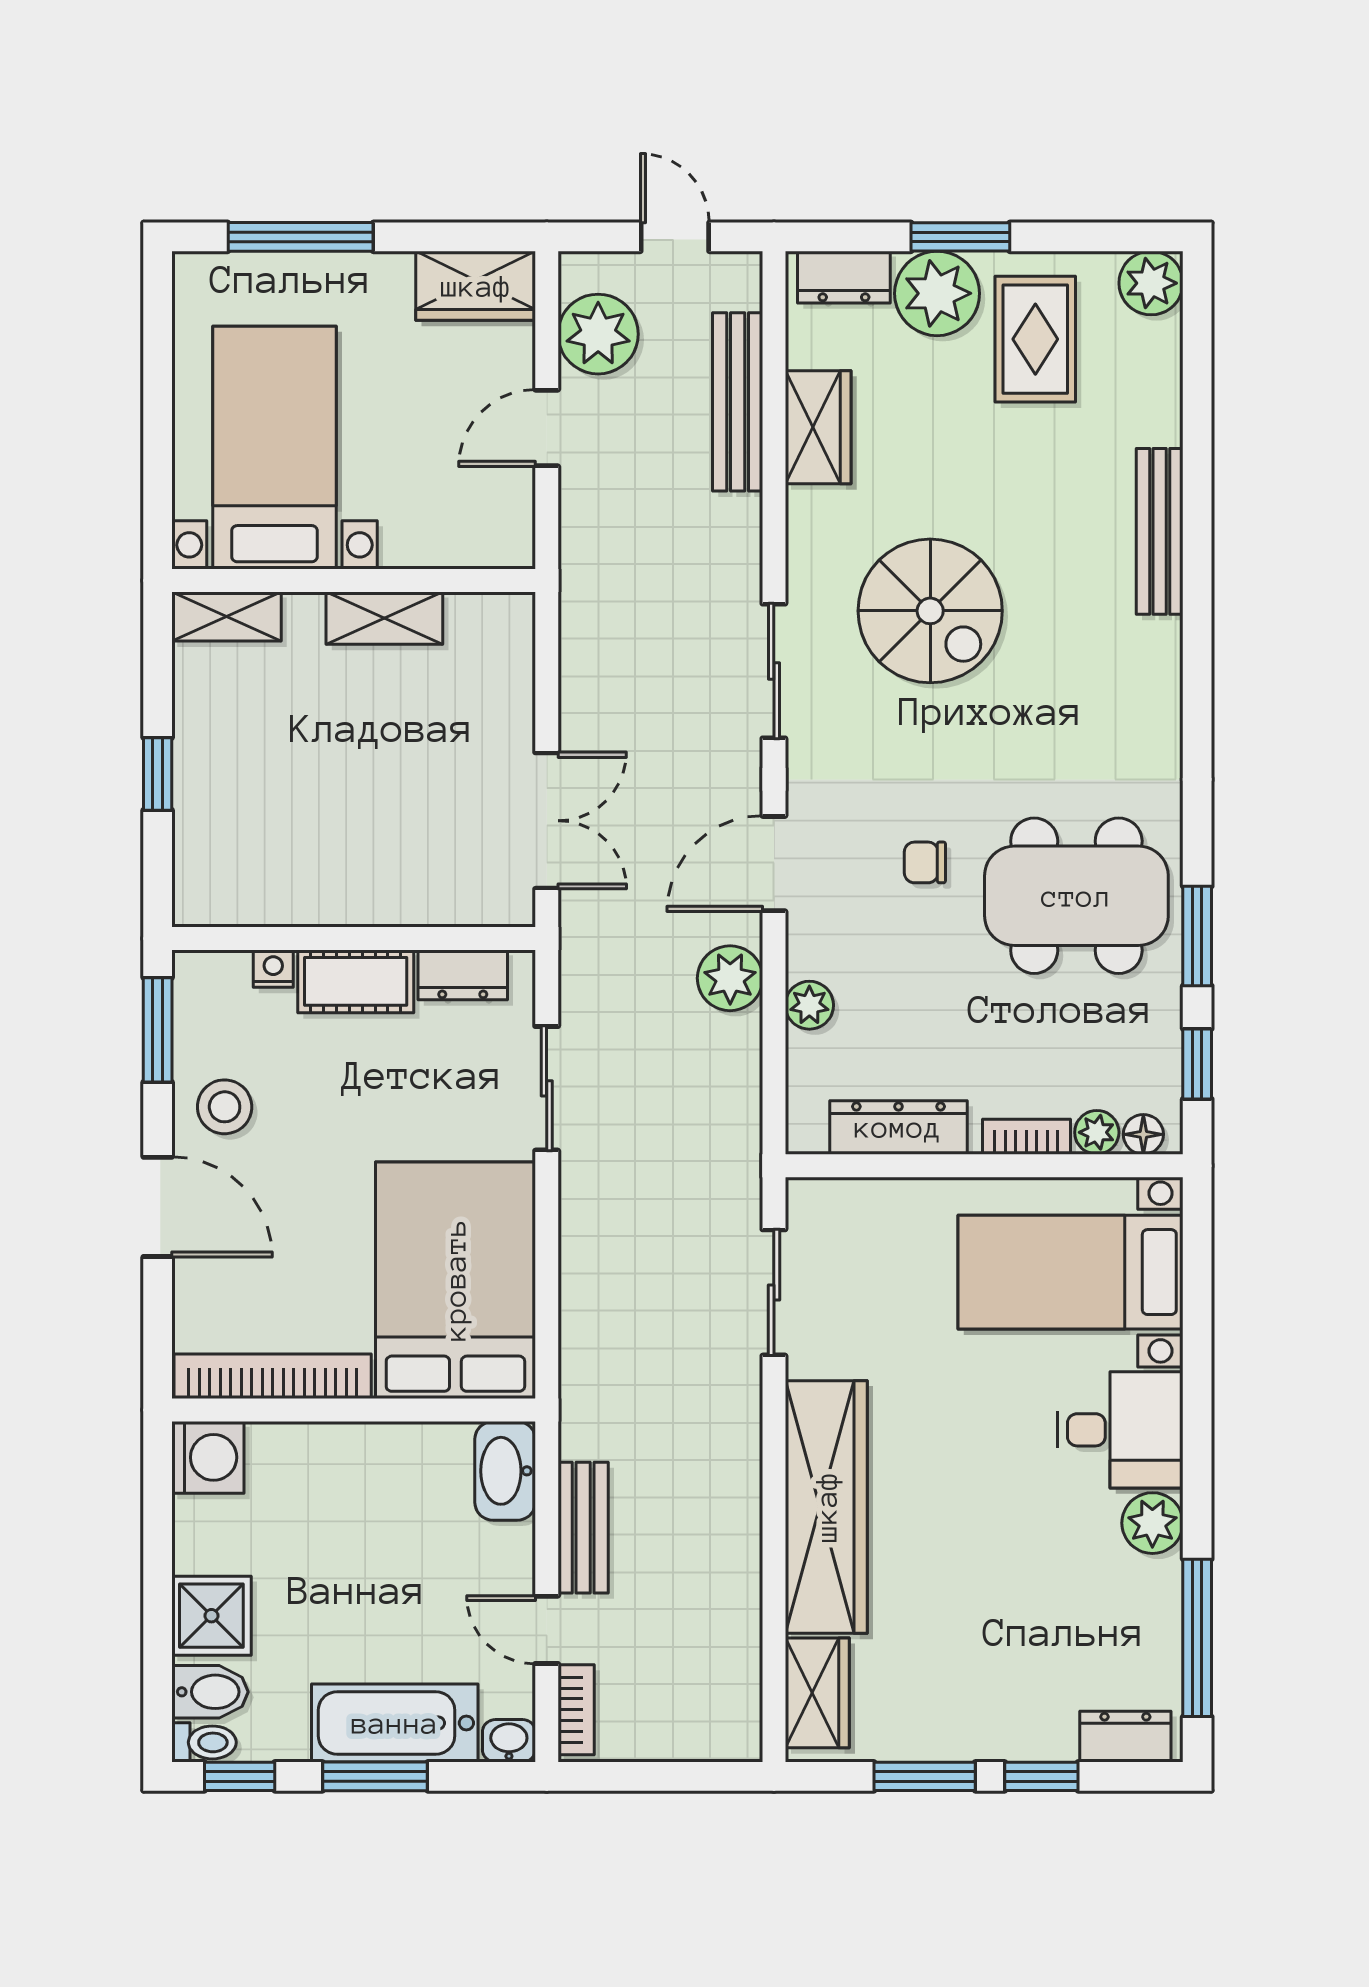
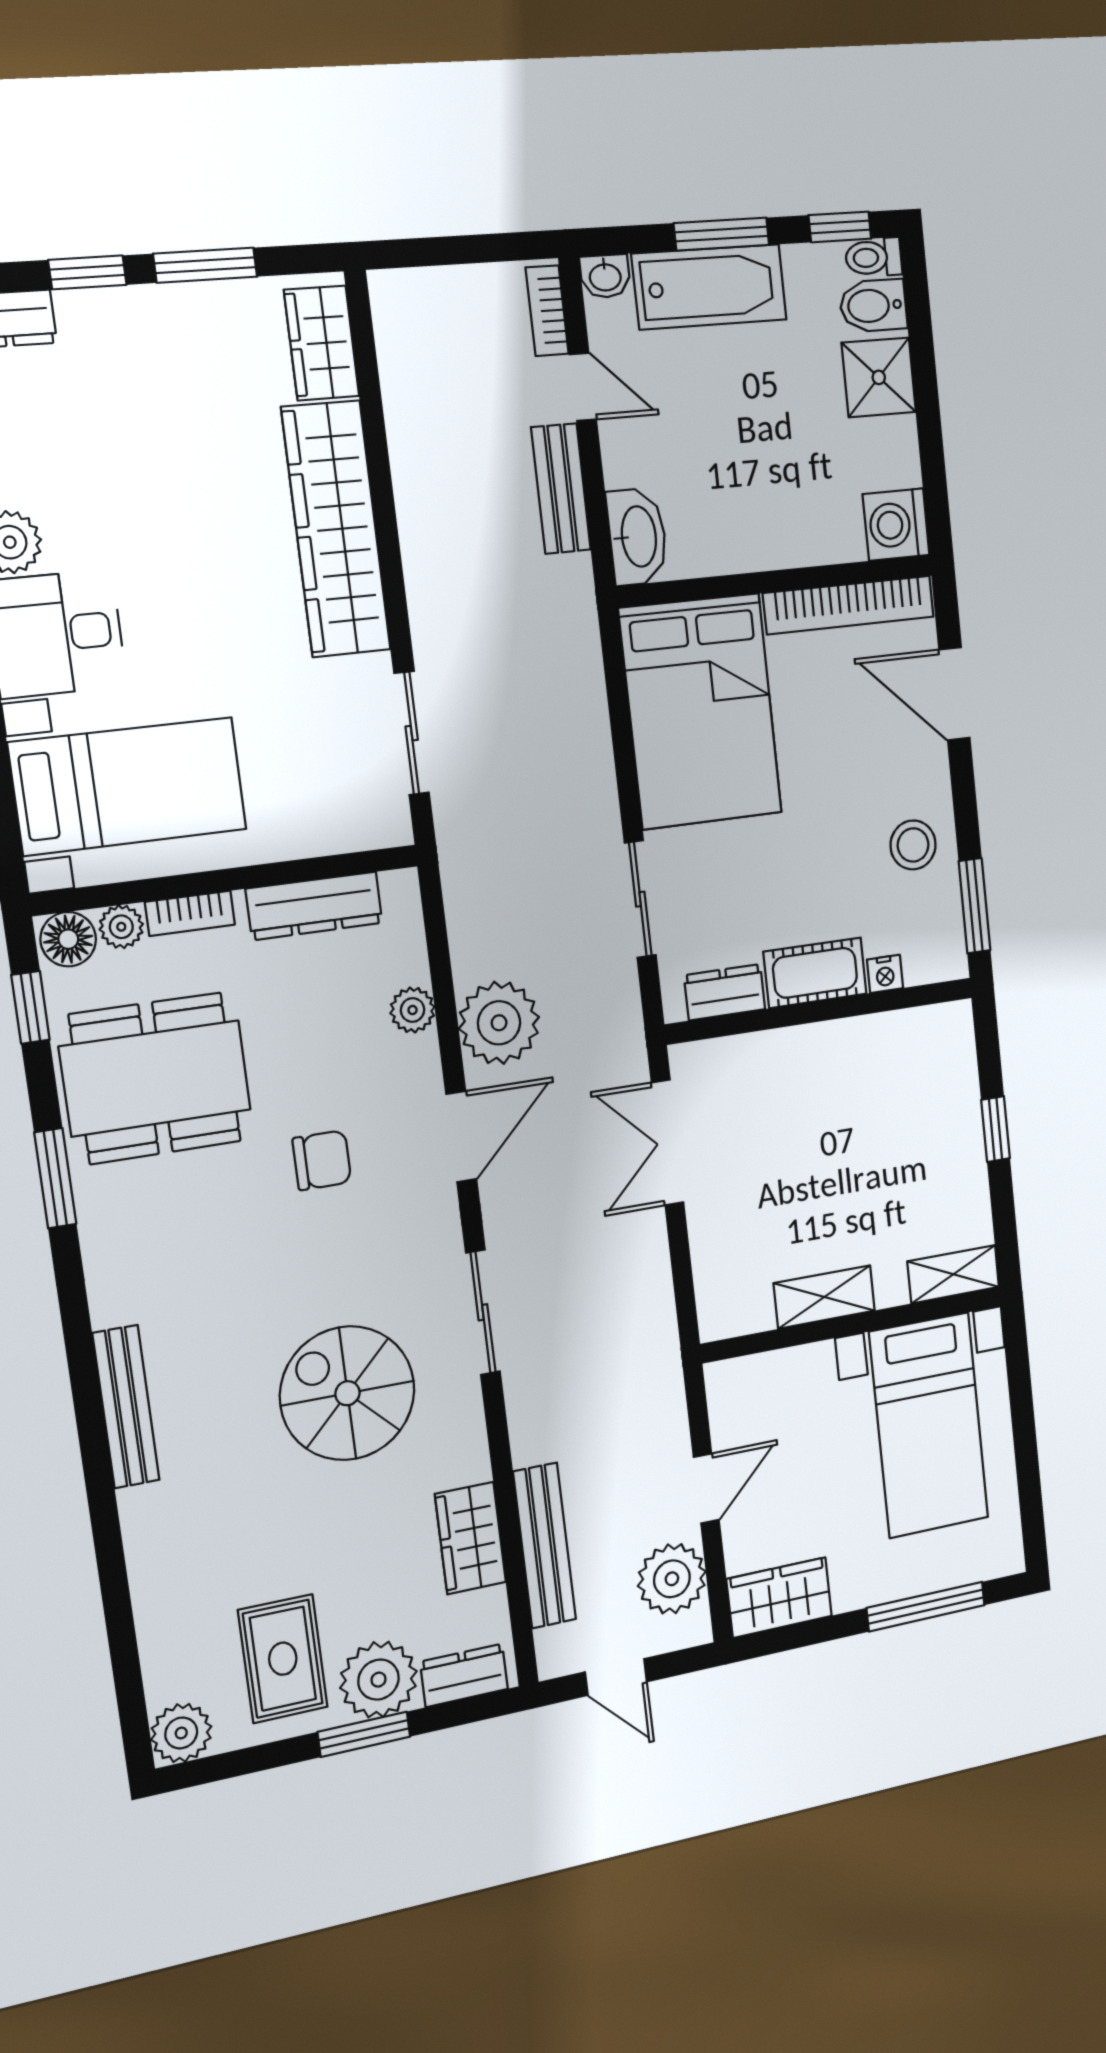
bench: (1160, 531) -> (126, 1407), moved
chair: (925, 862) -> (322, 1160), width x1.37, depth x1.37
dining table: (1076, 896) -> (155, 1078), moved
window: (1197, 936) -> (55, 1178), moved
plant: (730, 978) -> (499, 1023), width x1.36, depth x1.36
floor lamp: (1143, 1134) -> (68, 939), width x1.37, depth x1.37
door: (158, 1207) -> (954, 694), moved

